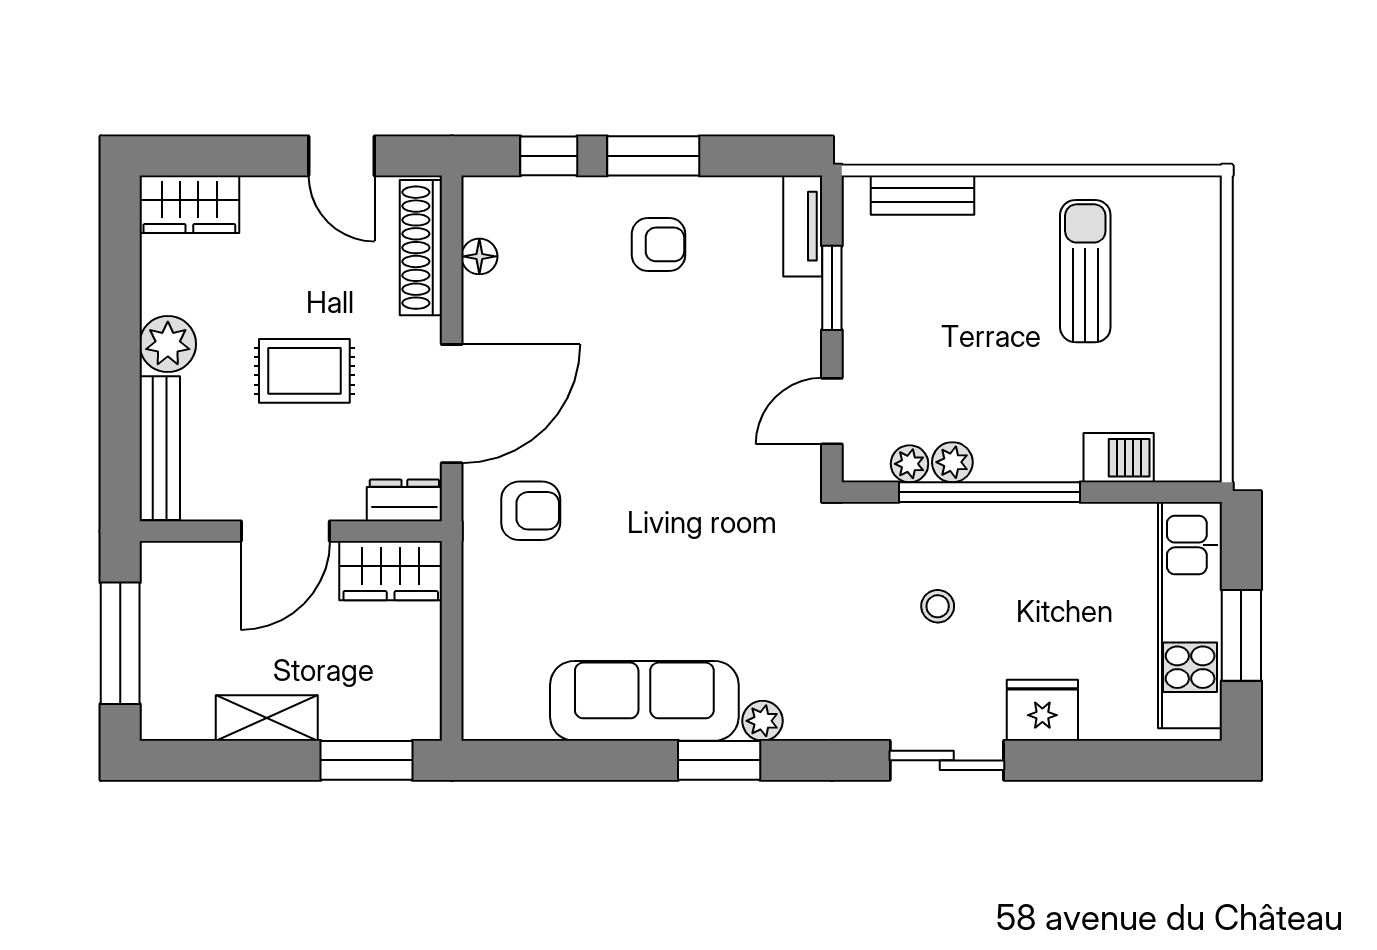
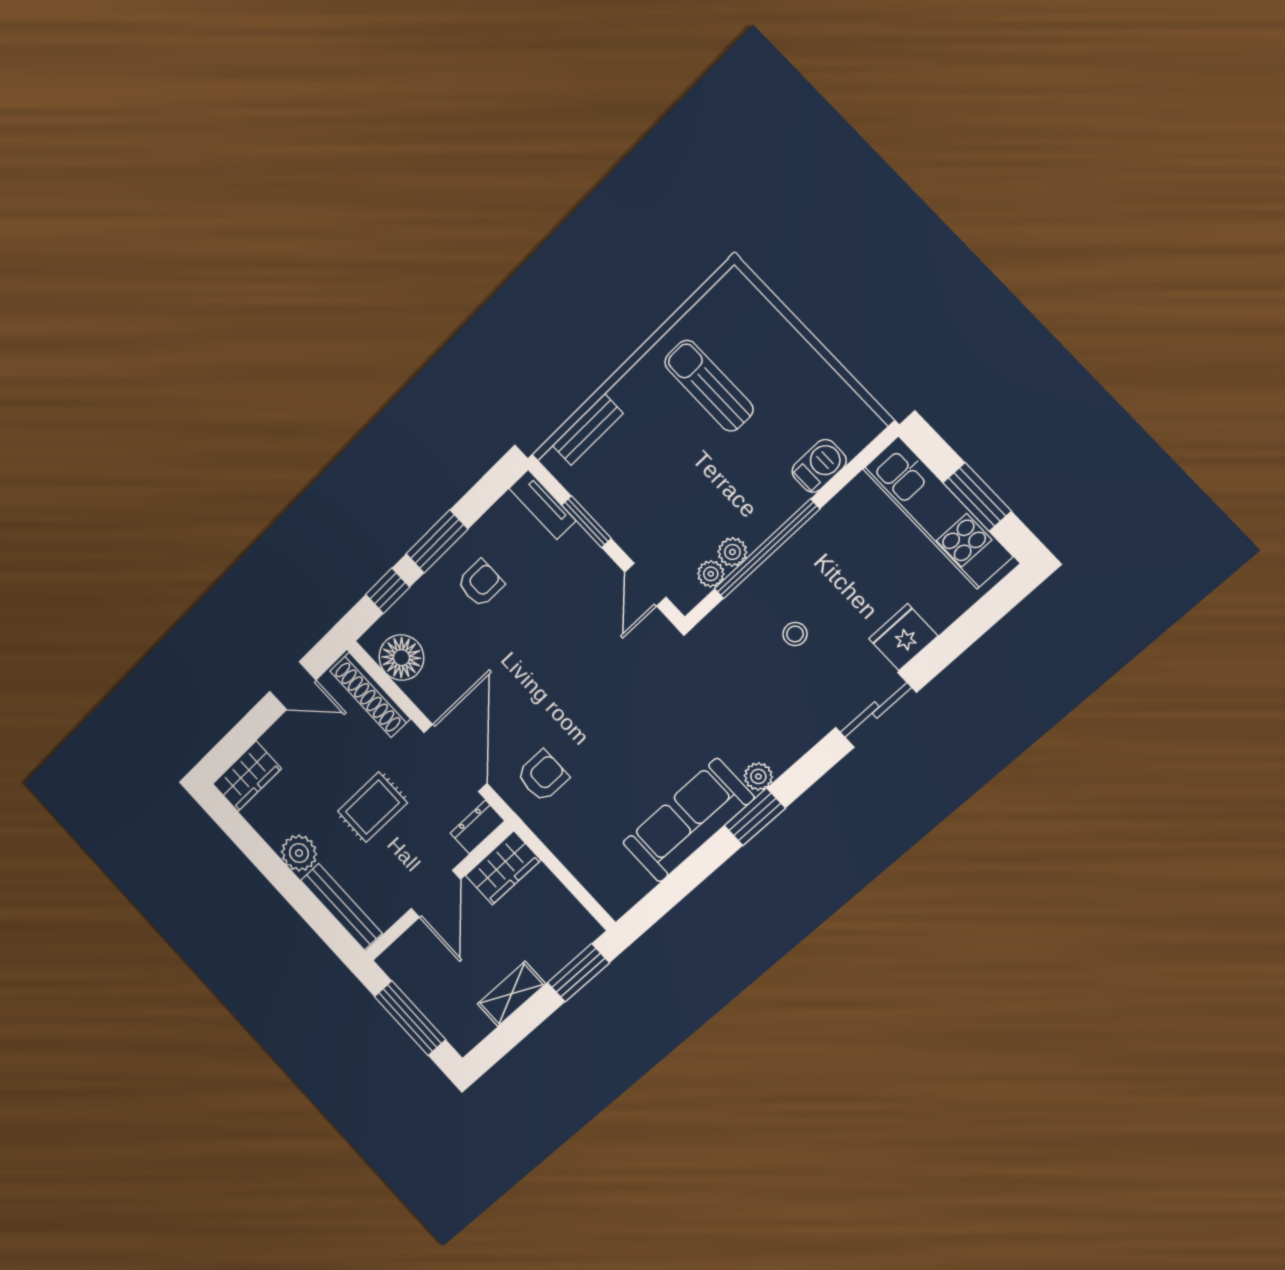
floor lamp: (479, 256) -> (401, 658), width x1.89, depth x1.89

